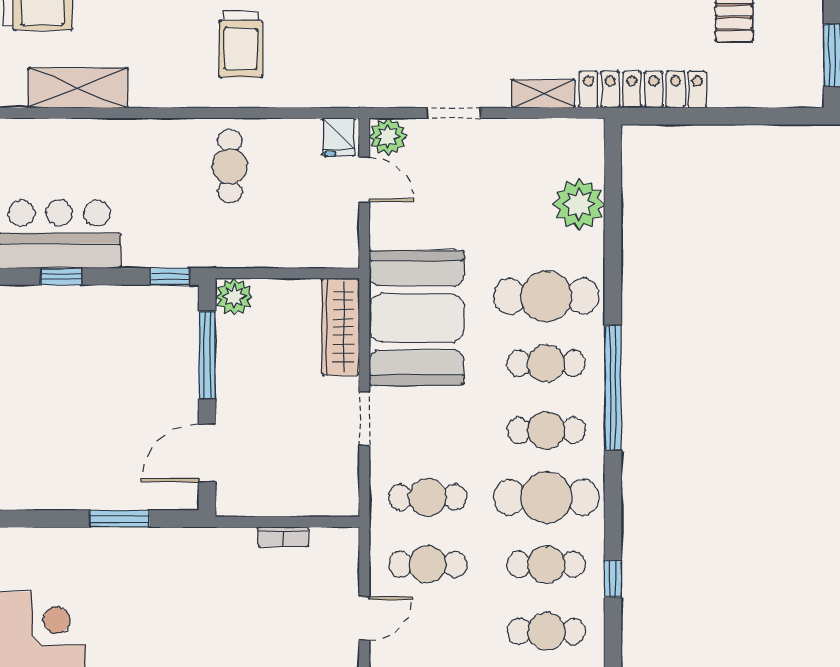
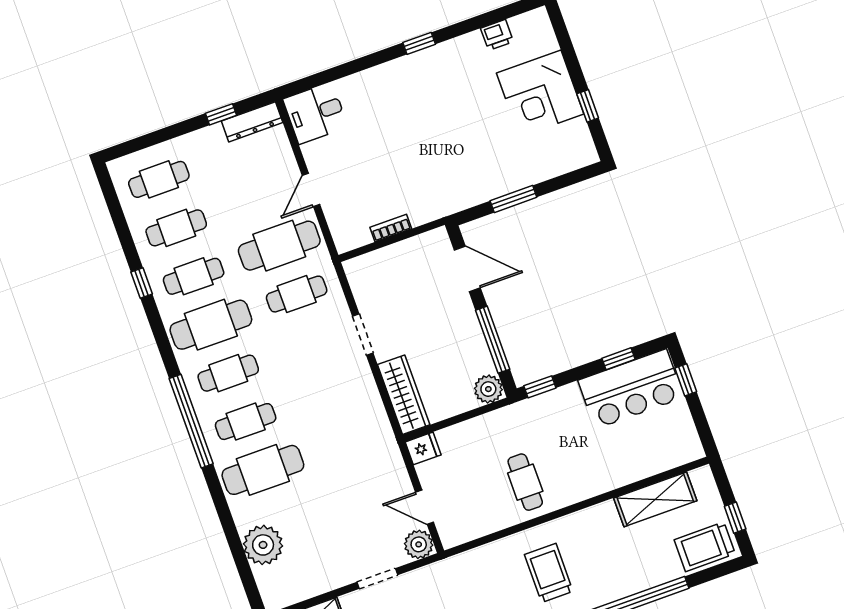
fridge: (339, 137) -> (423, 448), moved, turned 90
booth: (417, 318) -> (351, 421), removed
door: (207, 453) -> (467, 269), hinge flipped
cafe table: (428, 564) -> (279, 246), width x1.37, depth x1.35

